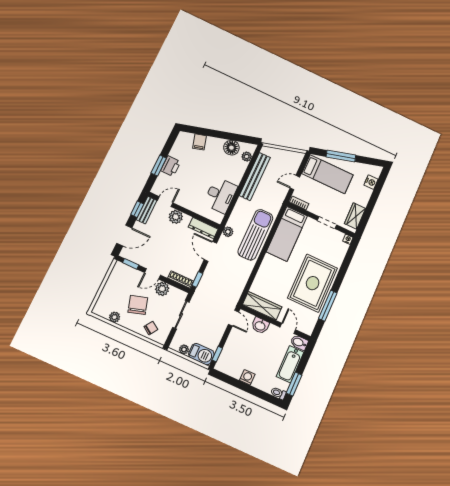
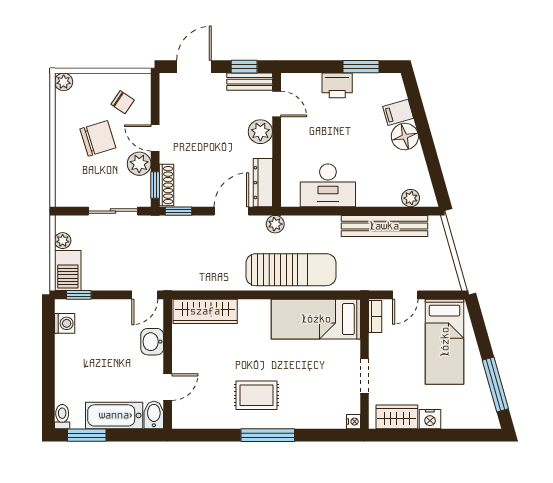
floor lamp: (231, 148) -> (405, 137), moved
window: (341, 156) -> (495, 385), moved
window: (159, 166) -> (361, 67), moved
nightstand: (371, 182) -> (430, 419), moved
door: (295, 183) -> (405, 295), swing flipped
door: (124, 236) -> (194, 67), swing flipped
window: (131, 264) -> (155, 185), moved
rug: (313, 283) -> (256, 395), width x0.54, depth x0.49
wardrobe: (262, 306) -> (205, 311), moved, turned 90
window: (328, 306) -> (268, 435), moved
plant: (115, 317) -> (64, 82), moved
chair: (151, 328) -> (123, 102), moved
washing machine: (247, 377) -> (65, 323), moved

